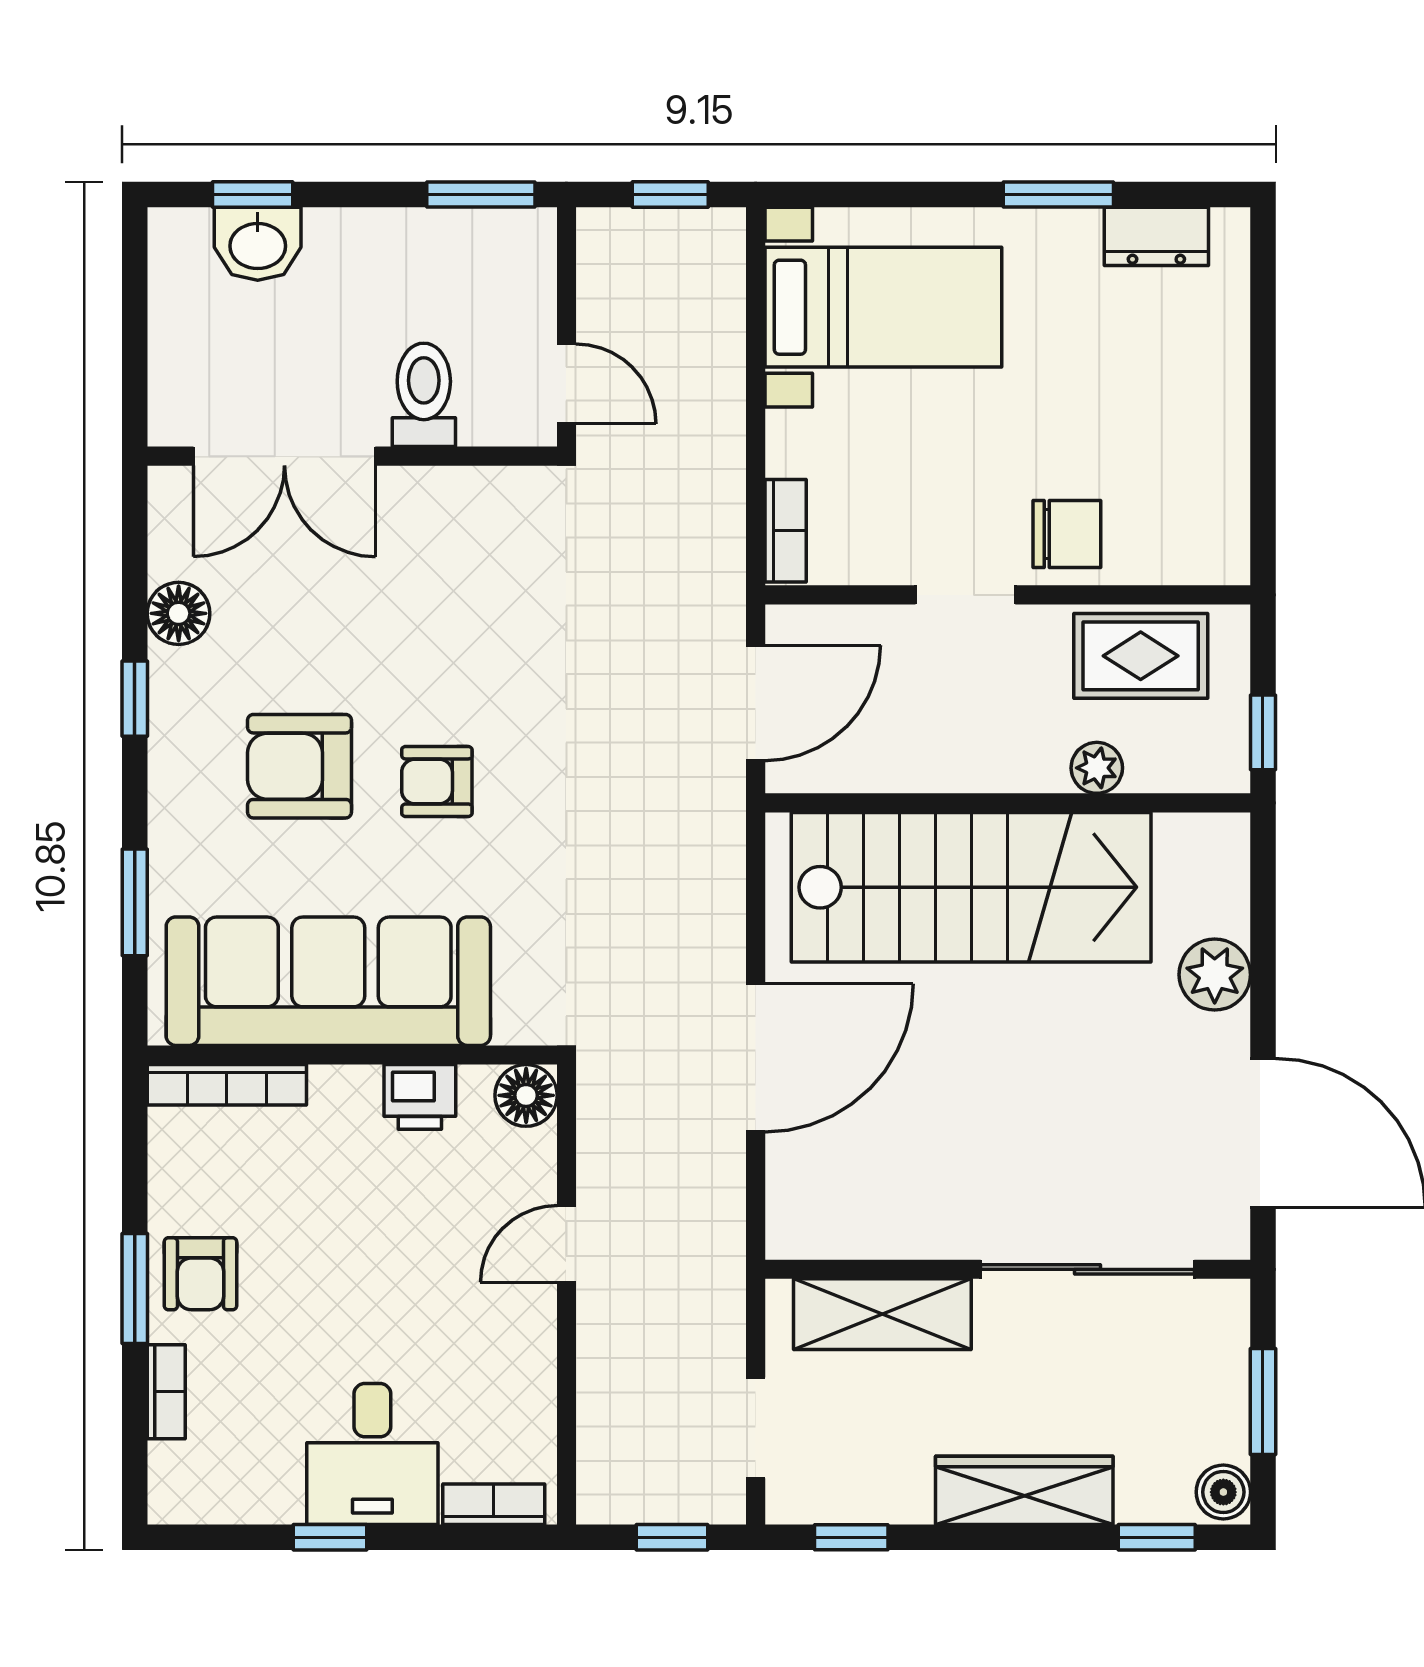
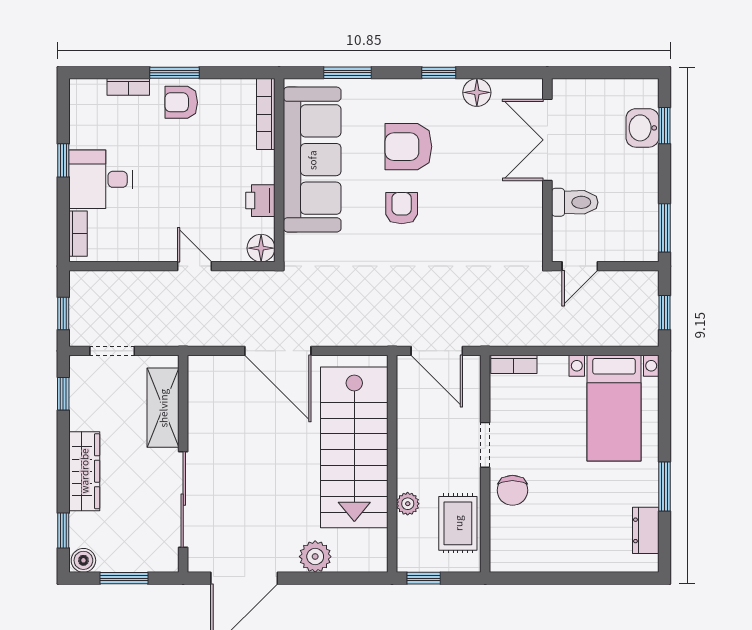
armchair: (300, 766) -> (408, 147), turned -90

